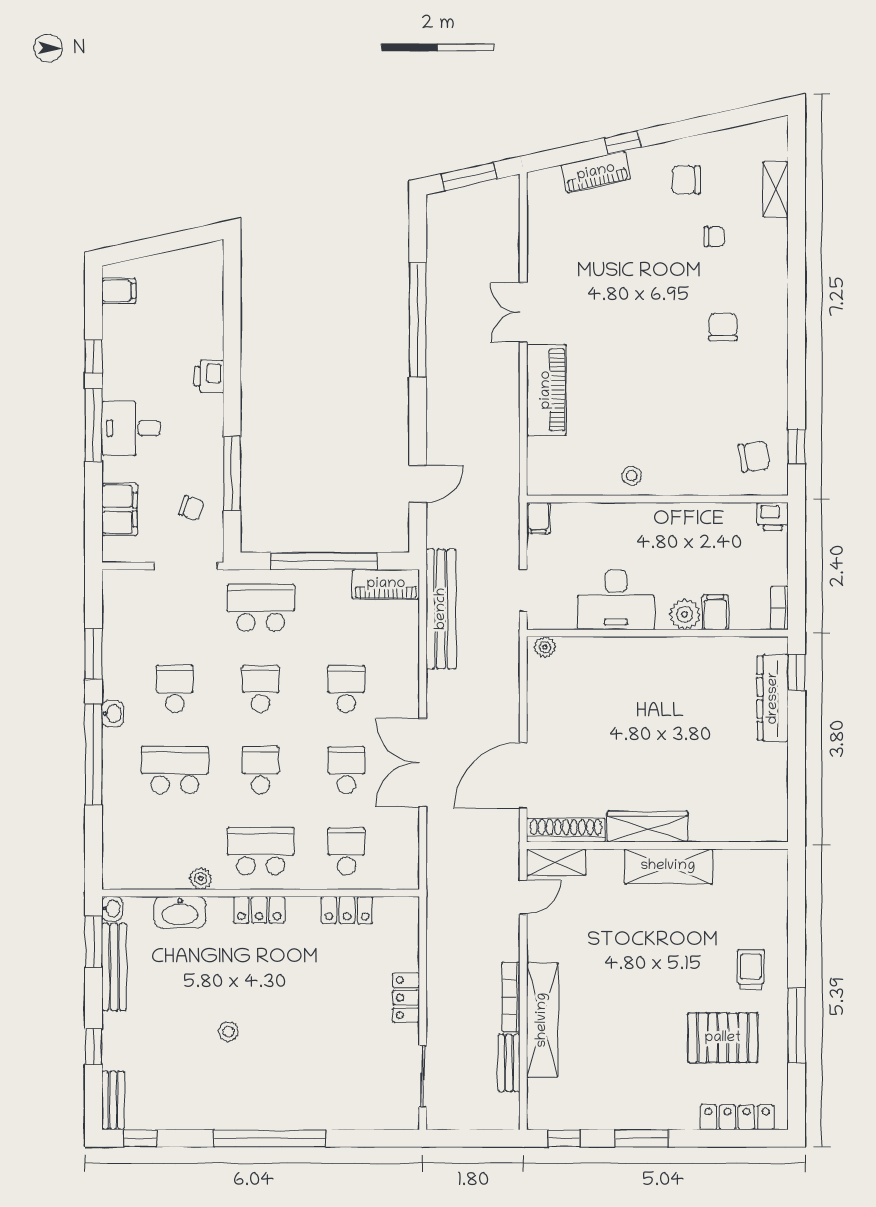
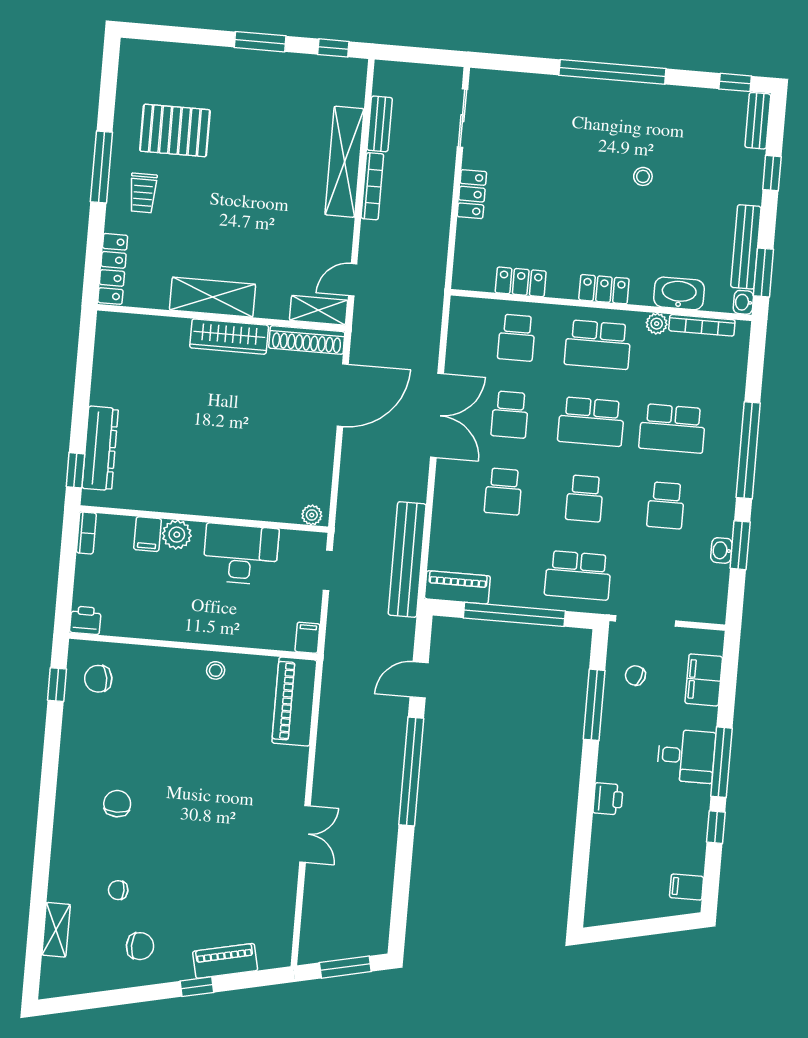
window: (418, 320) -> (411, 772), moved
chair: (723, 327) -> (117, 804), turned 180
piano: (546, 390) -> (294, 702), moved
washbasin: (113, 714) -> (721, 550), moved
school desk: (261, 770) -> (591, 422), width x1.85
bookcase: (153, 881) -> (702, 325), added
window: (797, 1025) -> (101, 167), moved
locker: (737, 1117) -> (113, 269), moved, turned -90

